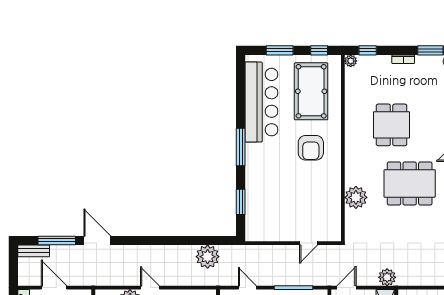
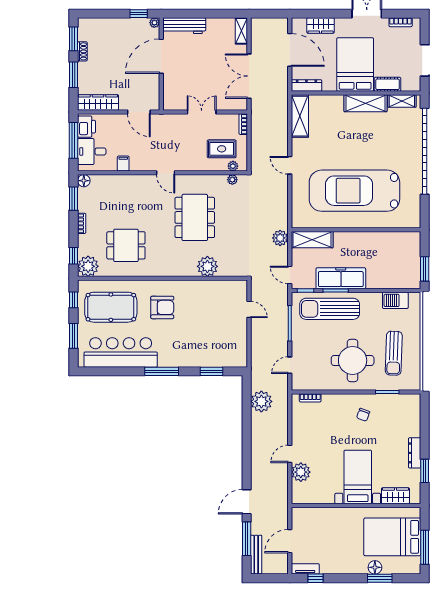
plant: (351, 61) -> (88, 266), width x1.88, depth x1.88
dining table: (392, 125) -> (126, 245), moved
bench: (34, 251) -> (256, 555), width x1.36

